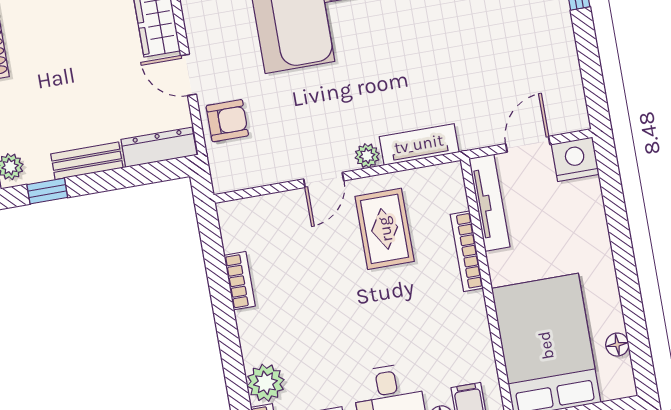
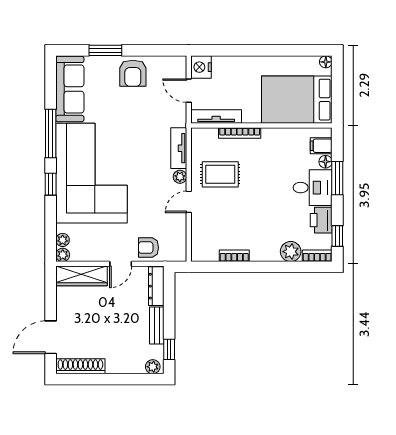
armchair: (542, 36) -> (133, 73), added
armchair: (227, 121) -> (148, 248), turned -90
door: (324, 180) -> (189, 202), swing flipped
floor lamp: (617, 345) -> (326, 62), moved

